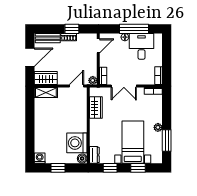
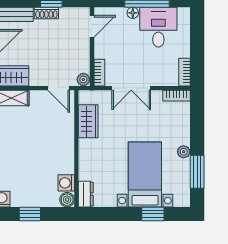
door: (77, 86) -> (59, 88), swing flipped
washing machine: (77, 143) -> (66, 183), width x0.53, depth x0.53
window: (110, 168) -> (110, 214), removed

